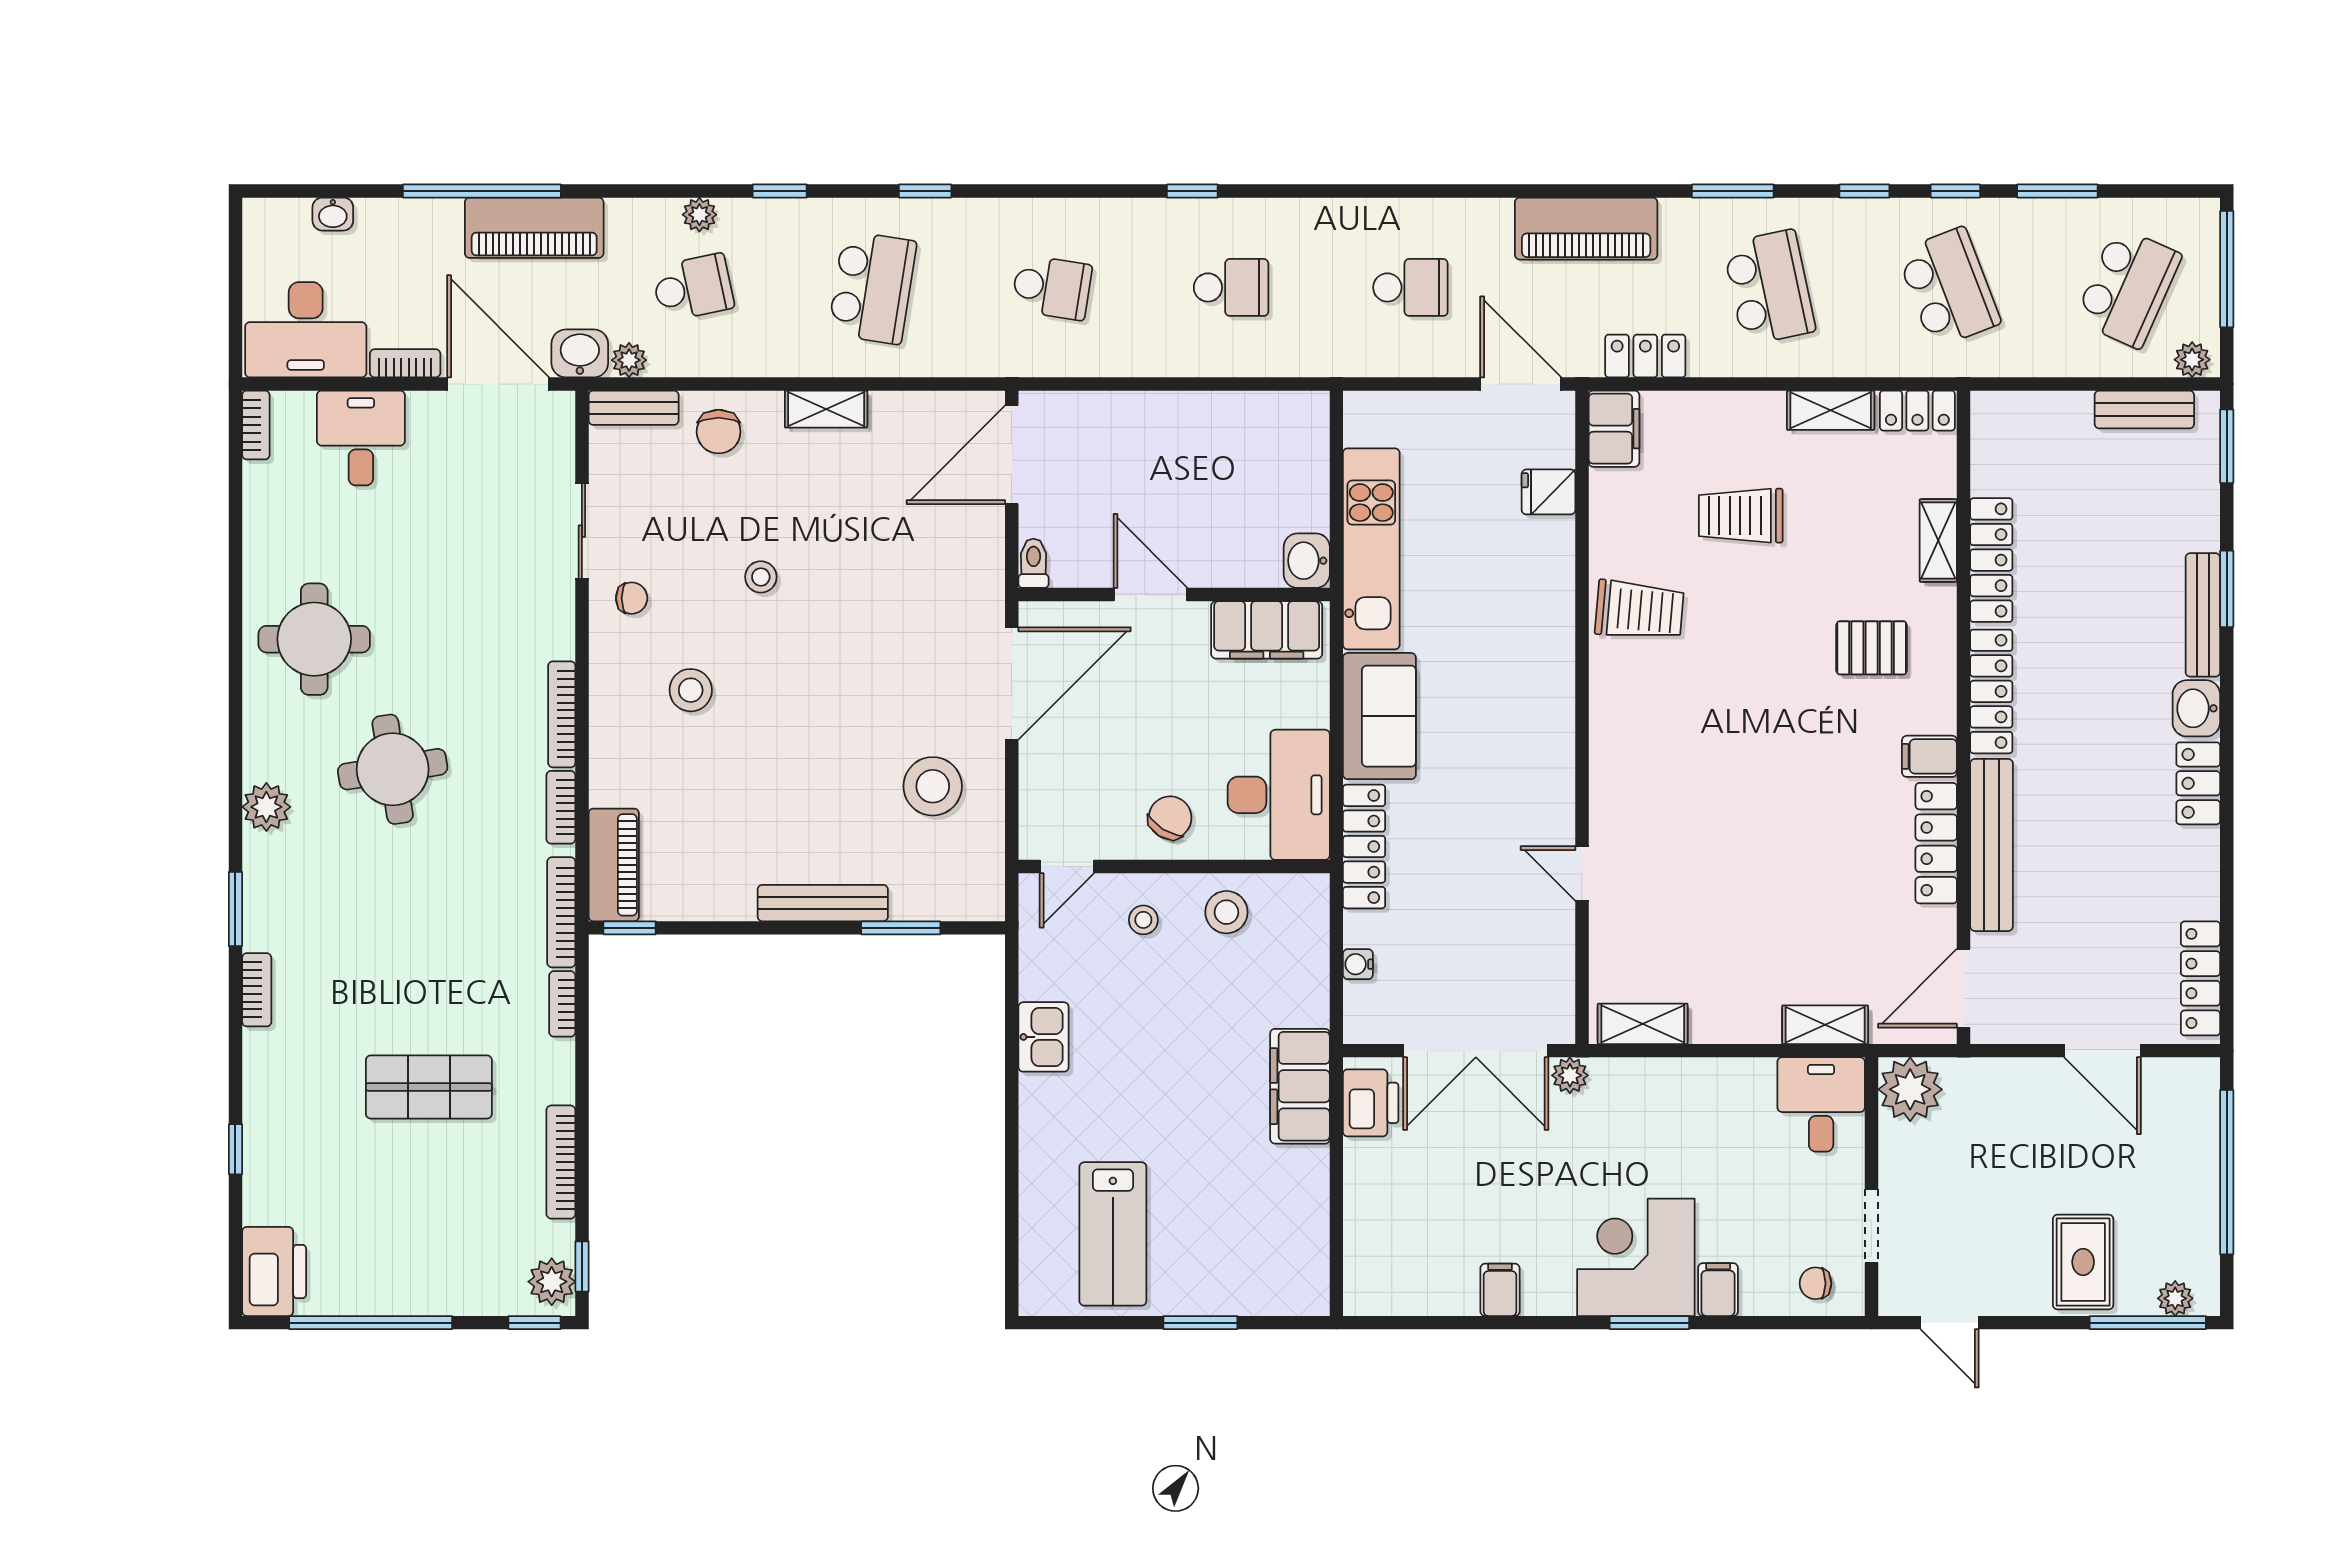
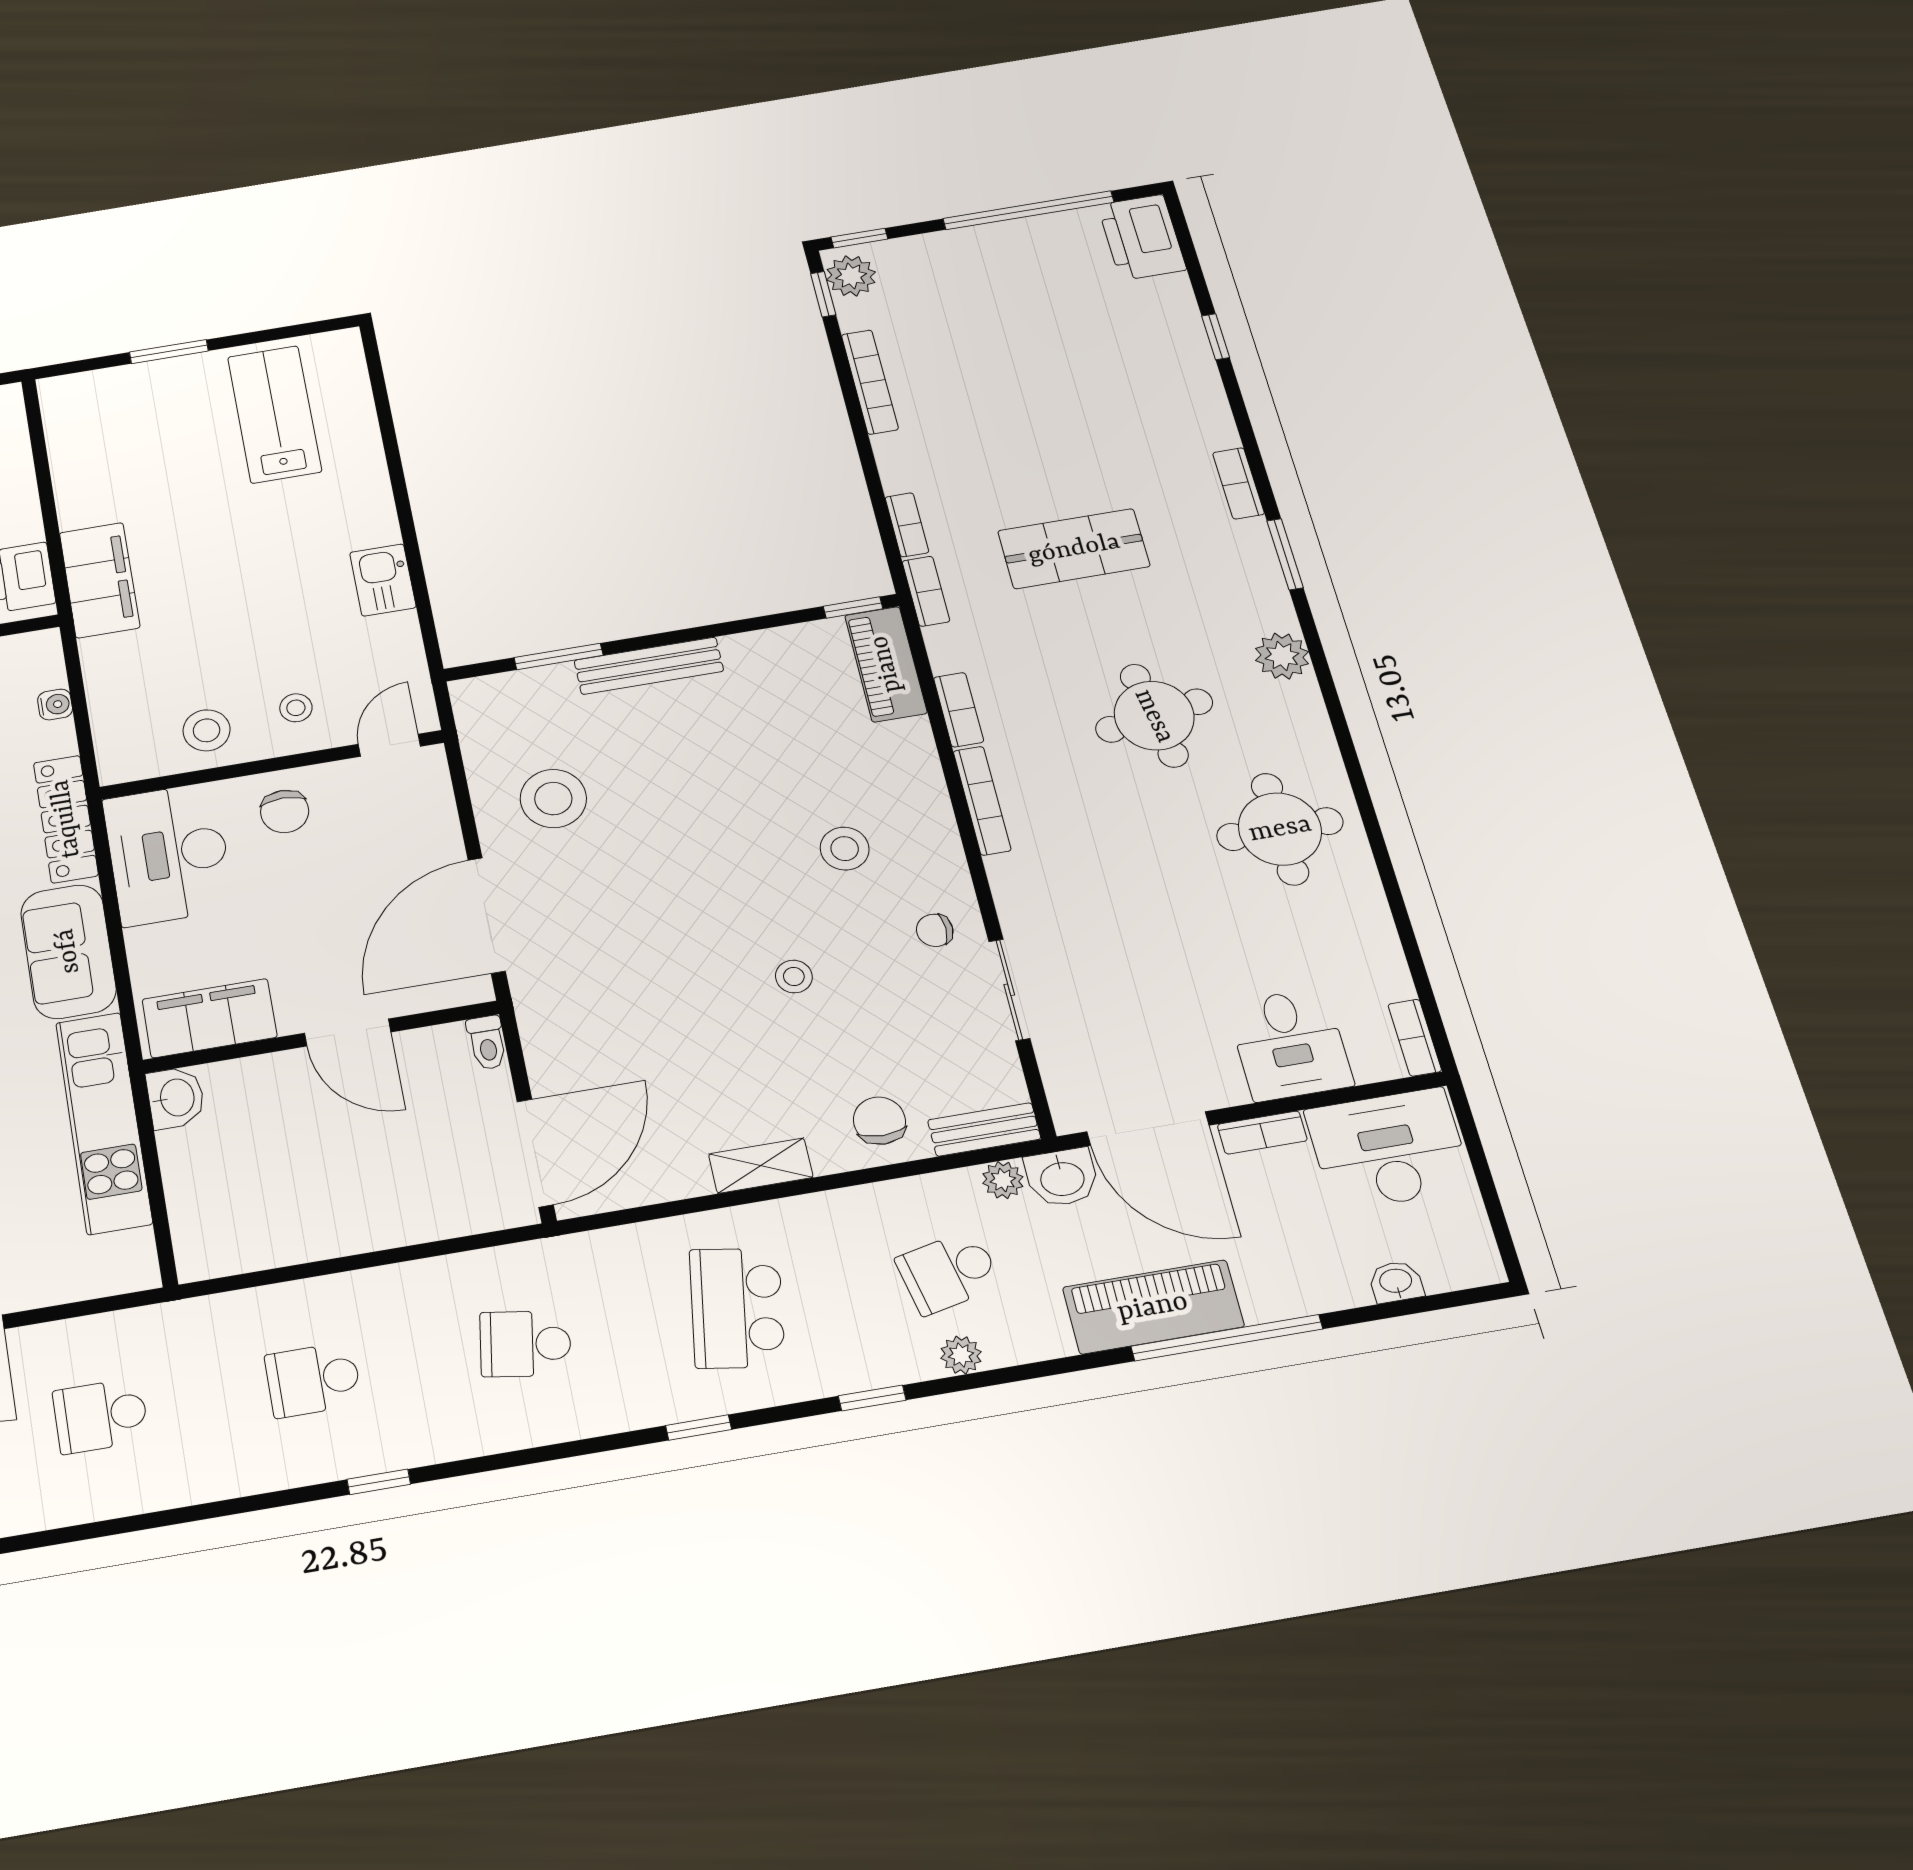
chair: (1170, 818) -> (285, 811), turned -32
bookcase: (561, 912) -> (926, 591), width x0.64
shop shelf: (429, 1087) -> (1074, 549), moved

